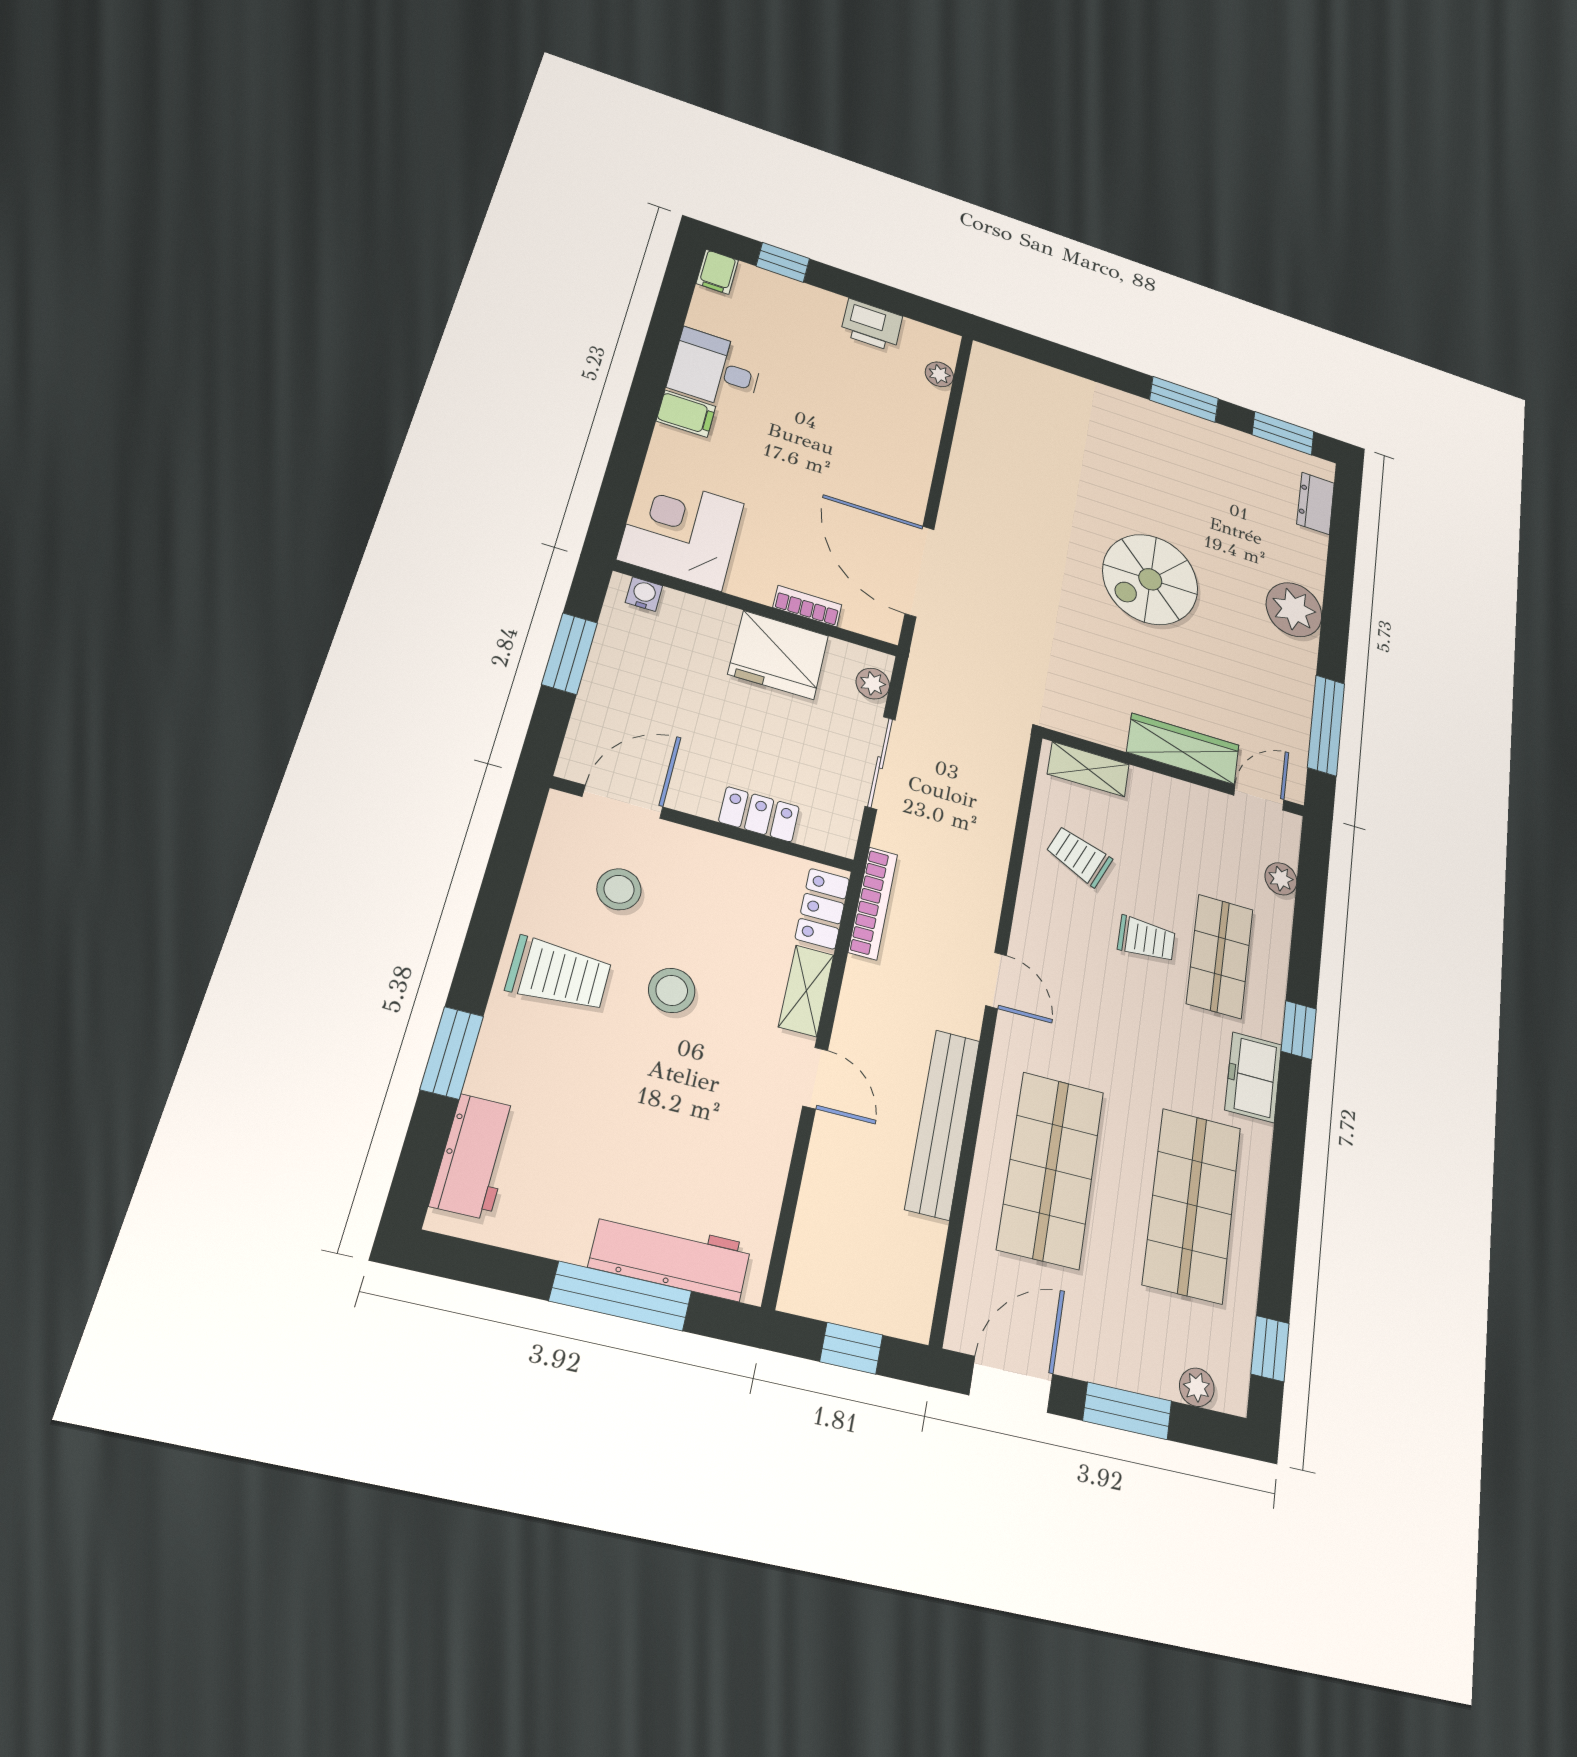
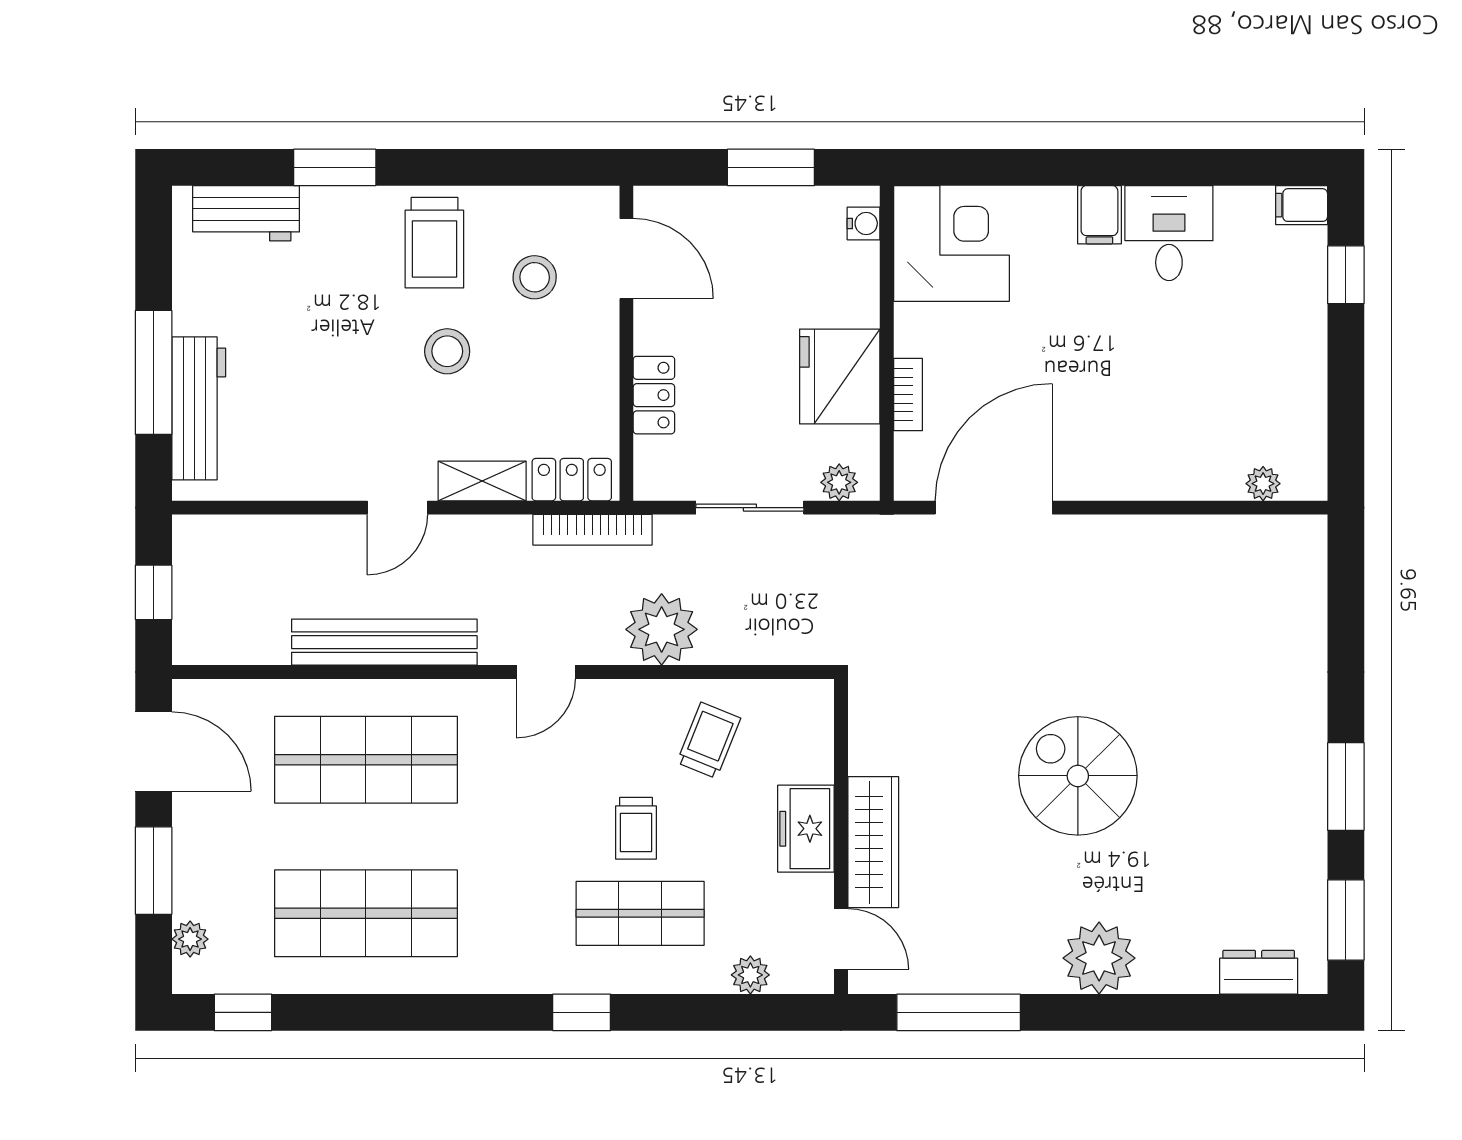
printer: (872, 325) -> (1300, 393), removed
shelving: (1088, 769) -> (814, 736), removed
plant: (975, 868) -> (662, 629), added
freezer: (1253, 1077) -> (806, 829), moved, turned -90

